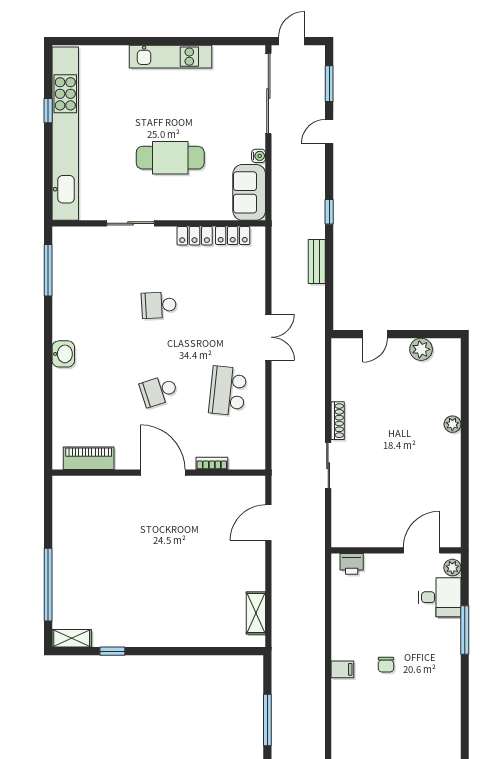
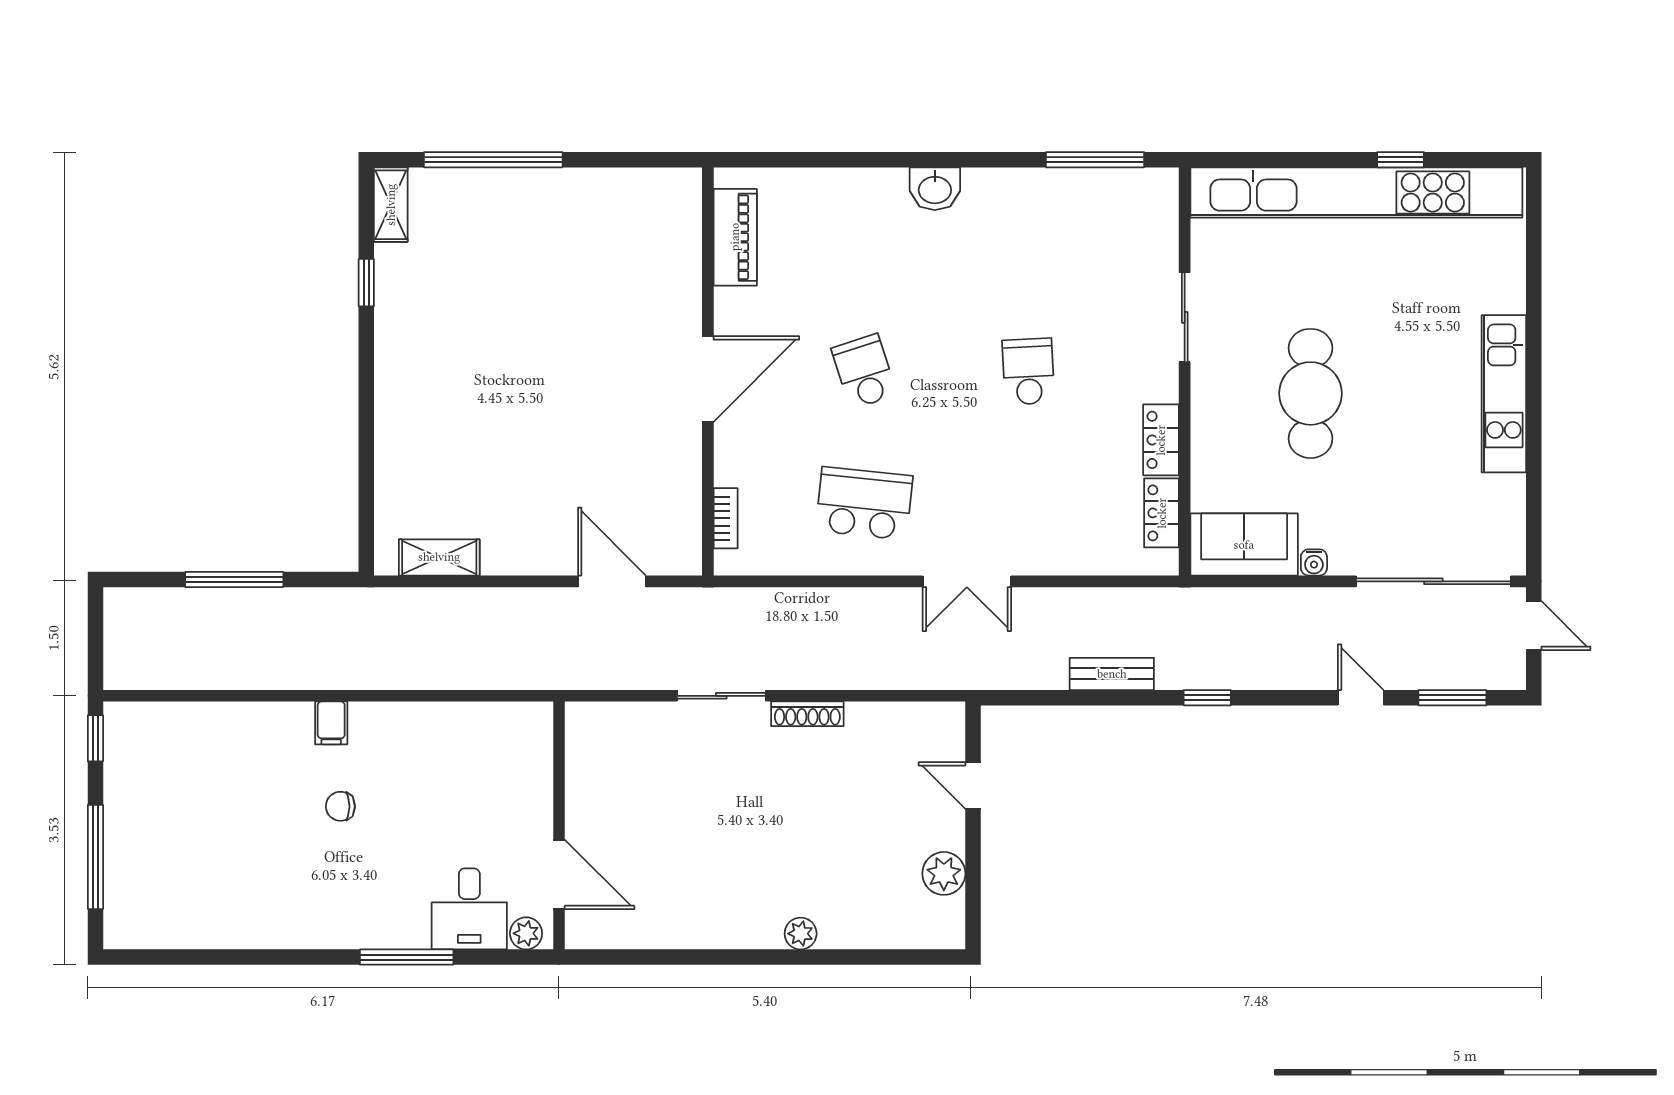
bookcase: (212, 463) -> (726, 518), moved
printer: (352, 564) -> (533, 741), removed

